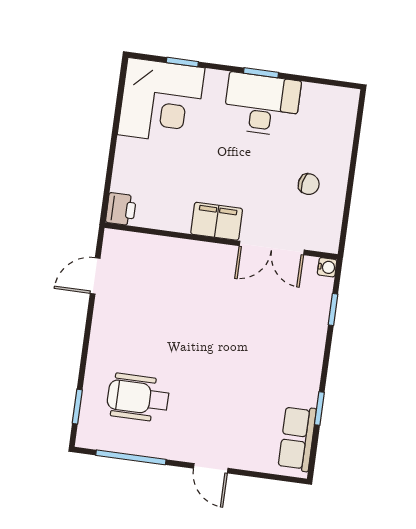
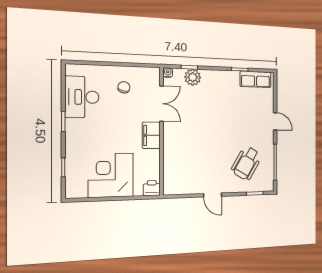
corner desk: (161, 101) -> (111, 175), moved, turned -90
desk: (262, 105) -> (82, 97), moved
door: (95, 276) -> (213, 195), moved
plant: (314, 313) -> (193, 77), added
wheelchair: (138, 398) -> (246, 163), turned 31
door: (211, 468) -> (275, 121), hinge flipped

